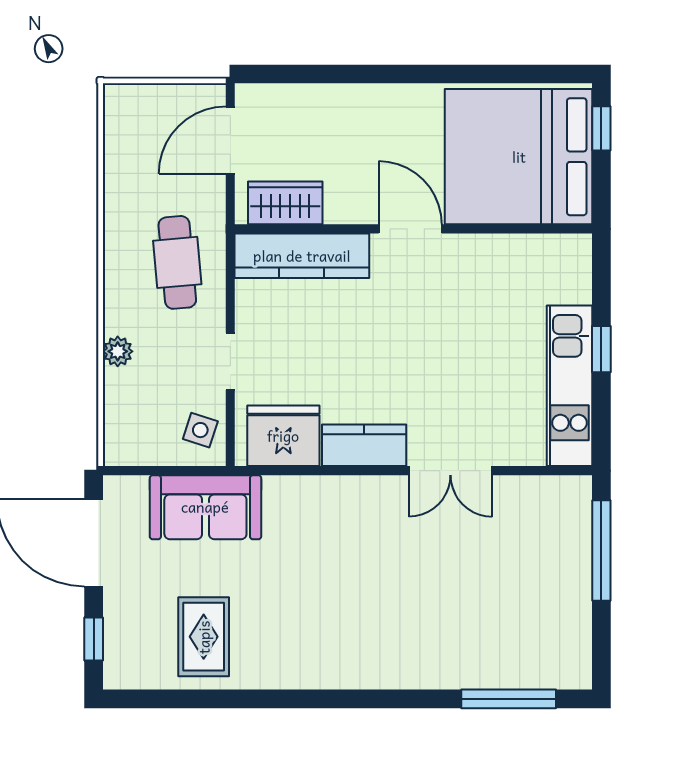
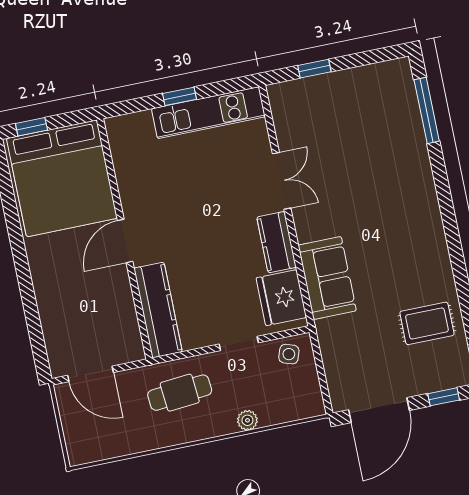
wardrobe: (285, 203) -> (125, 328), removed
sofa: (205, 507) -> (327, 278), moved
window: (601, 551) -> (314, 69), width x0.46

